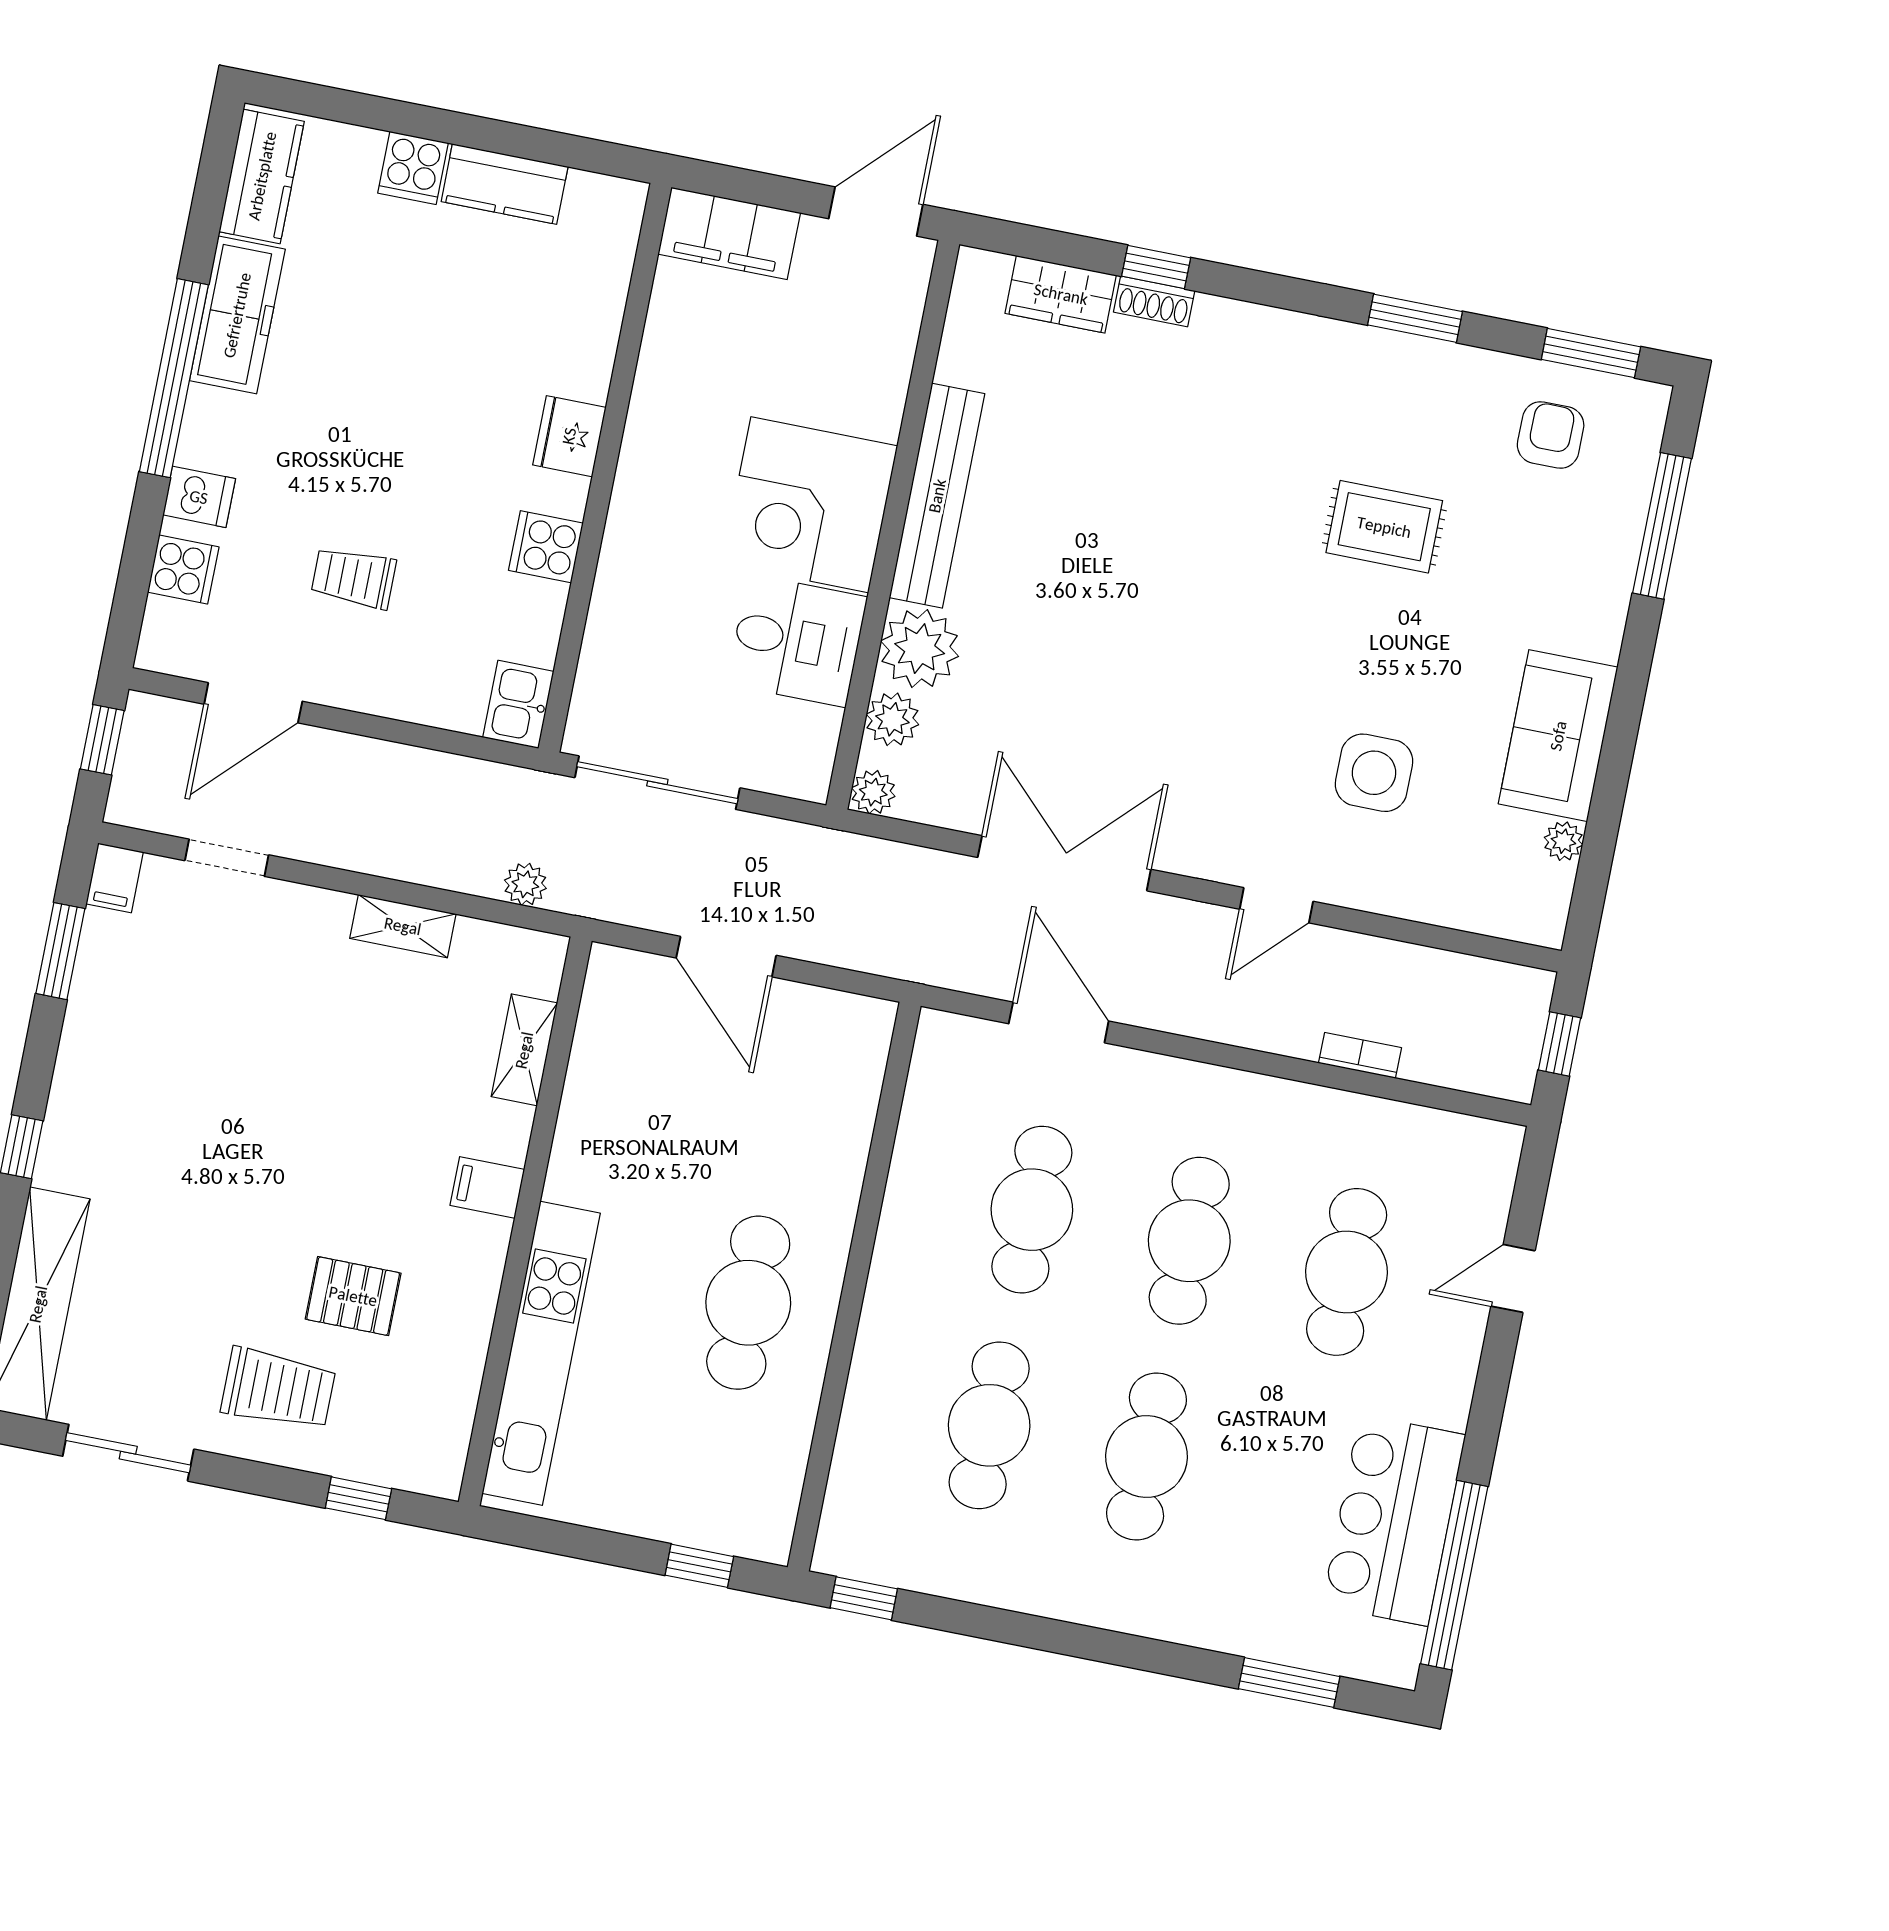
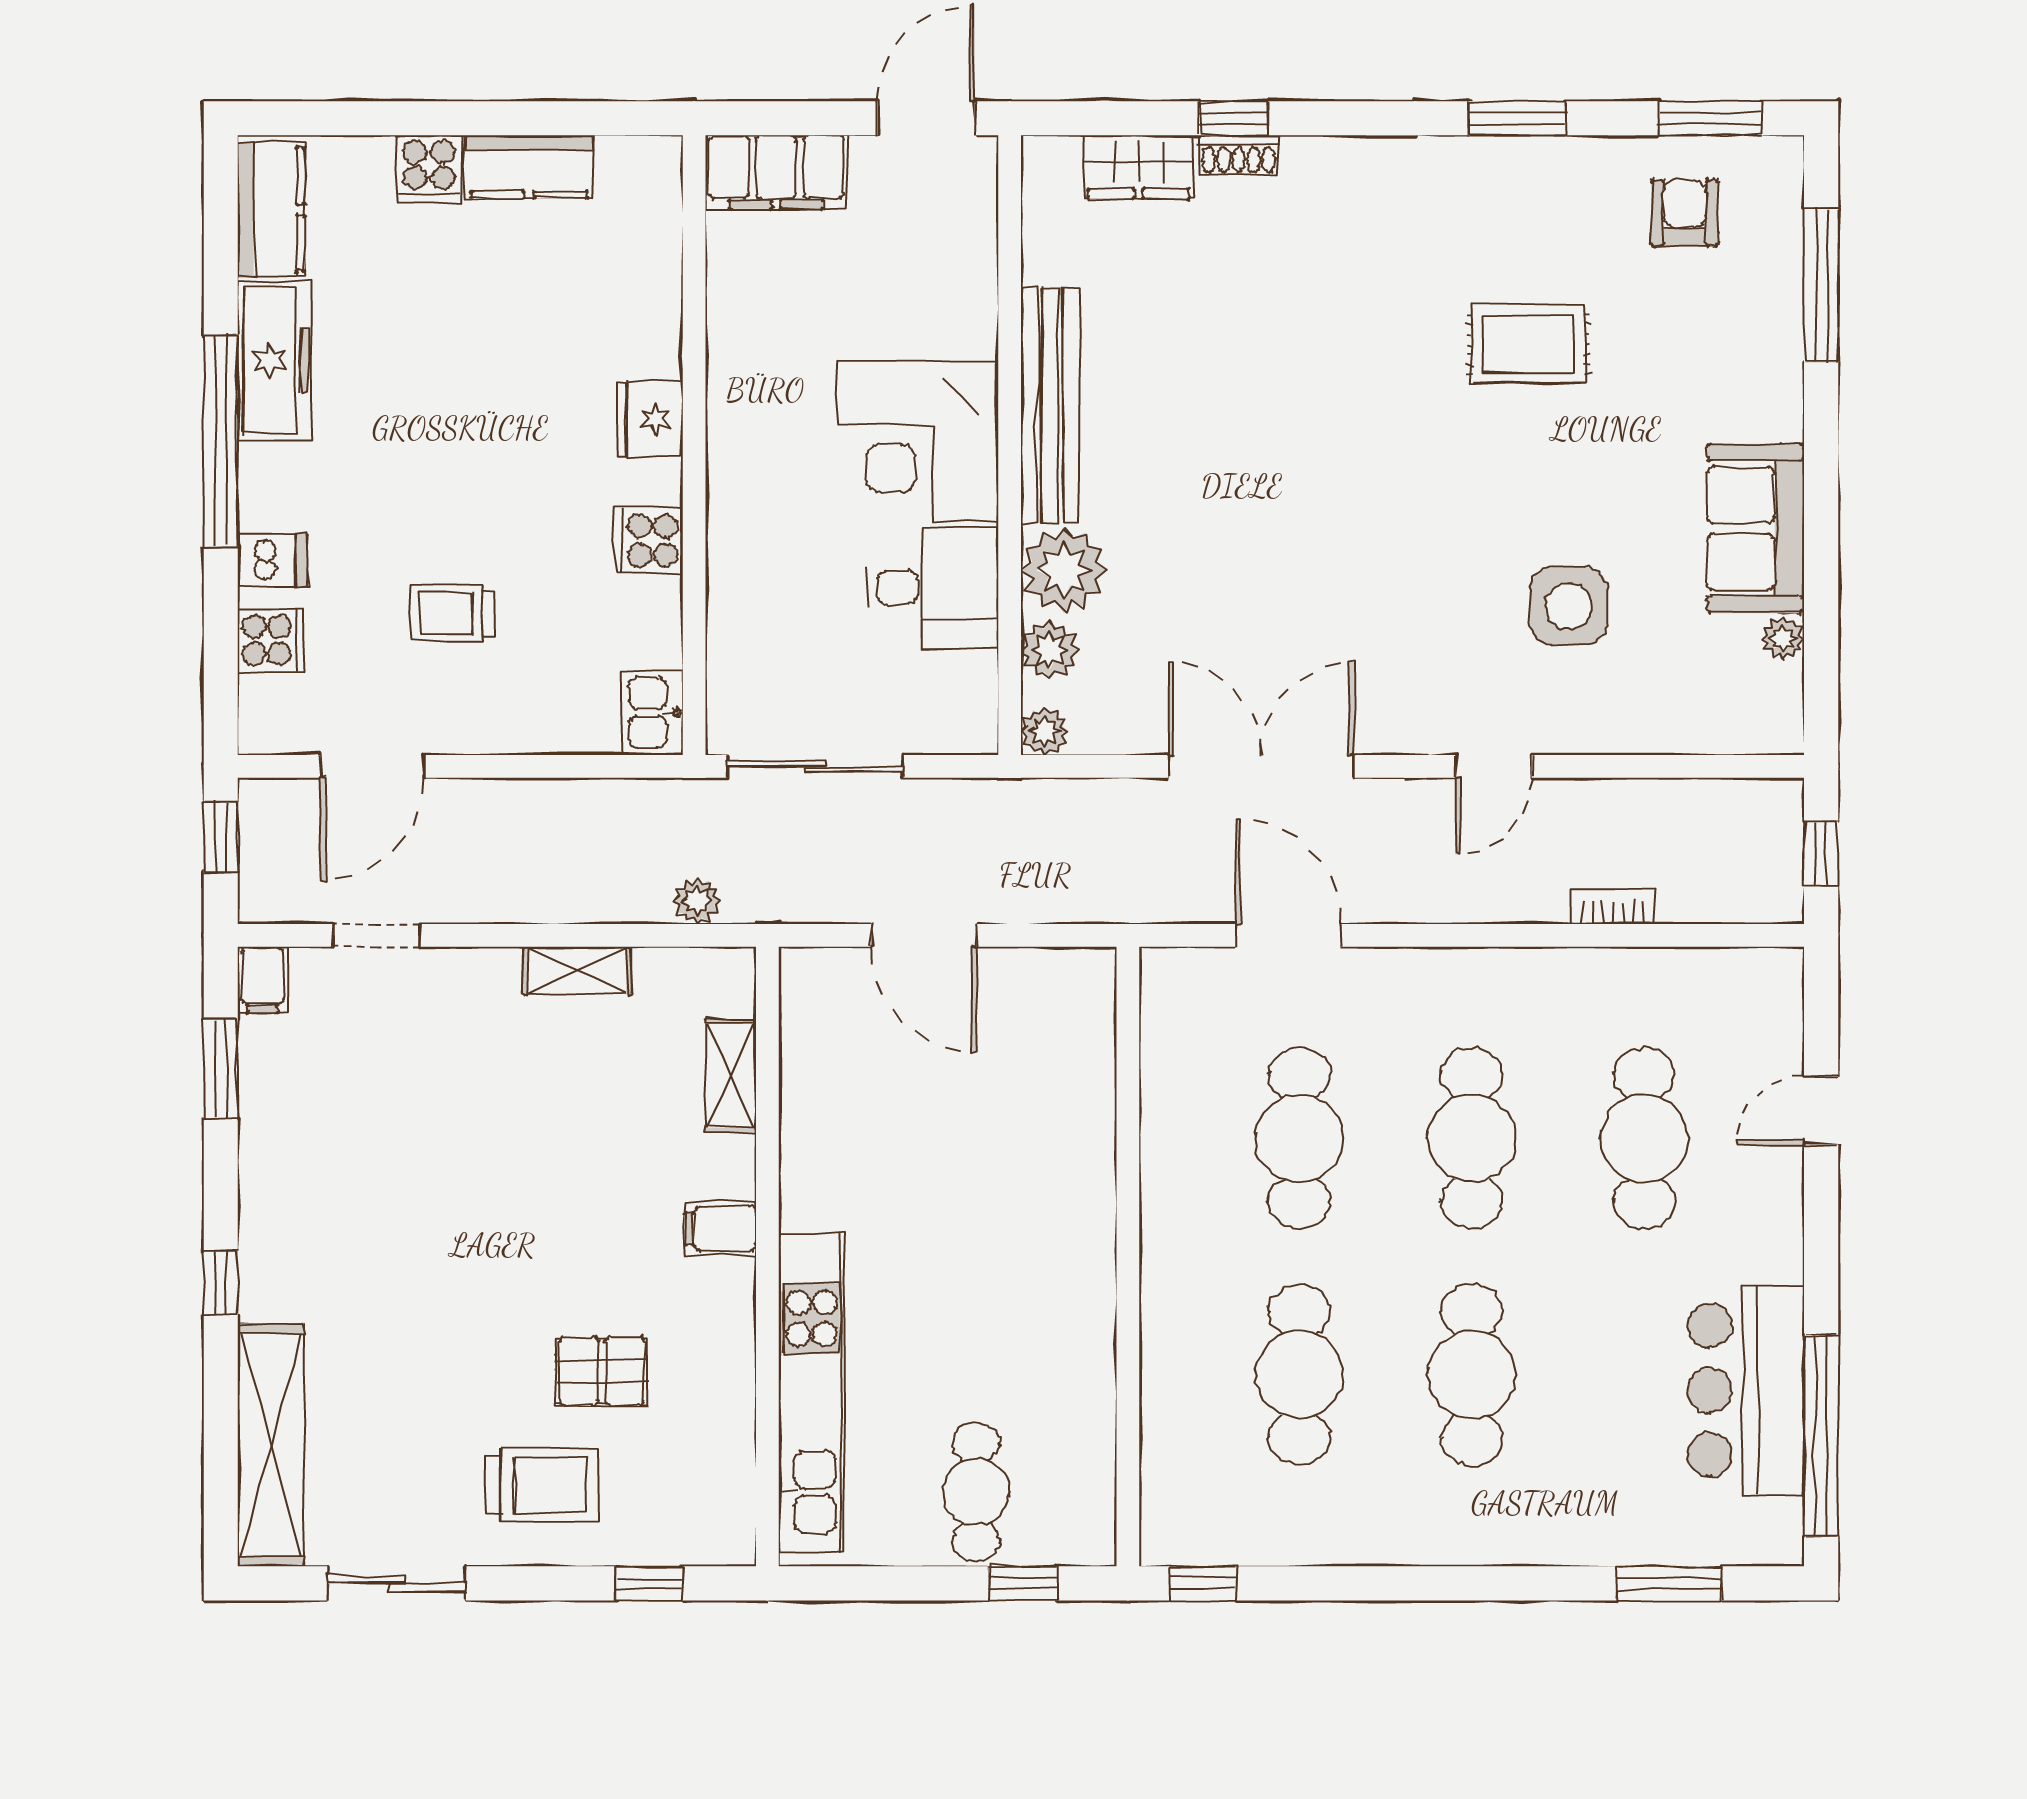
cafe table: (748, 1303) -> (976, 1492), moved, width x0.73, depth x0.74

